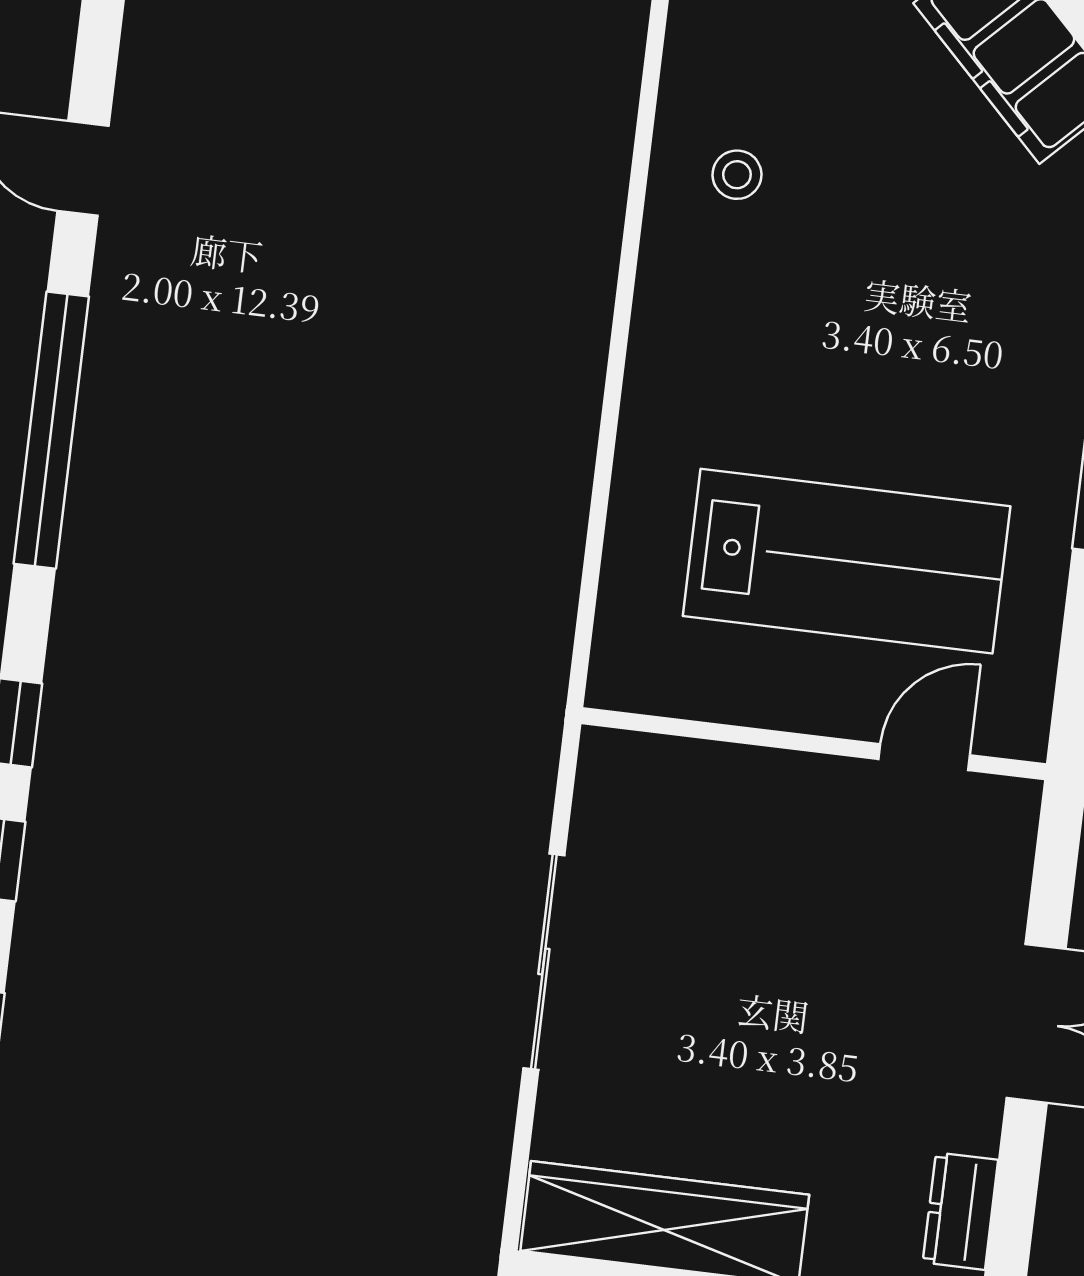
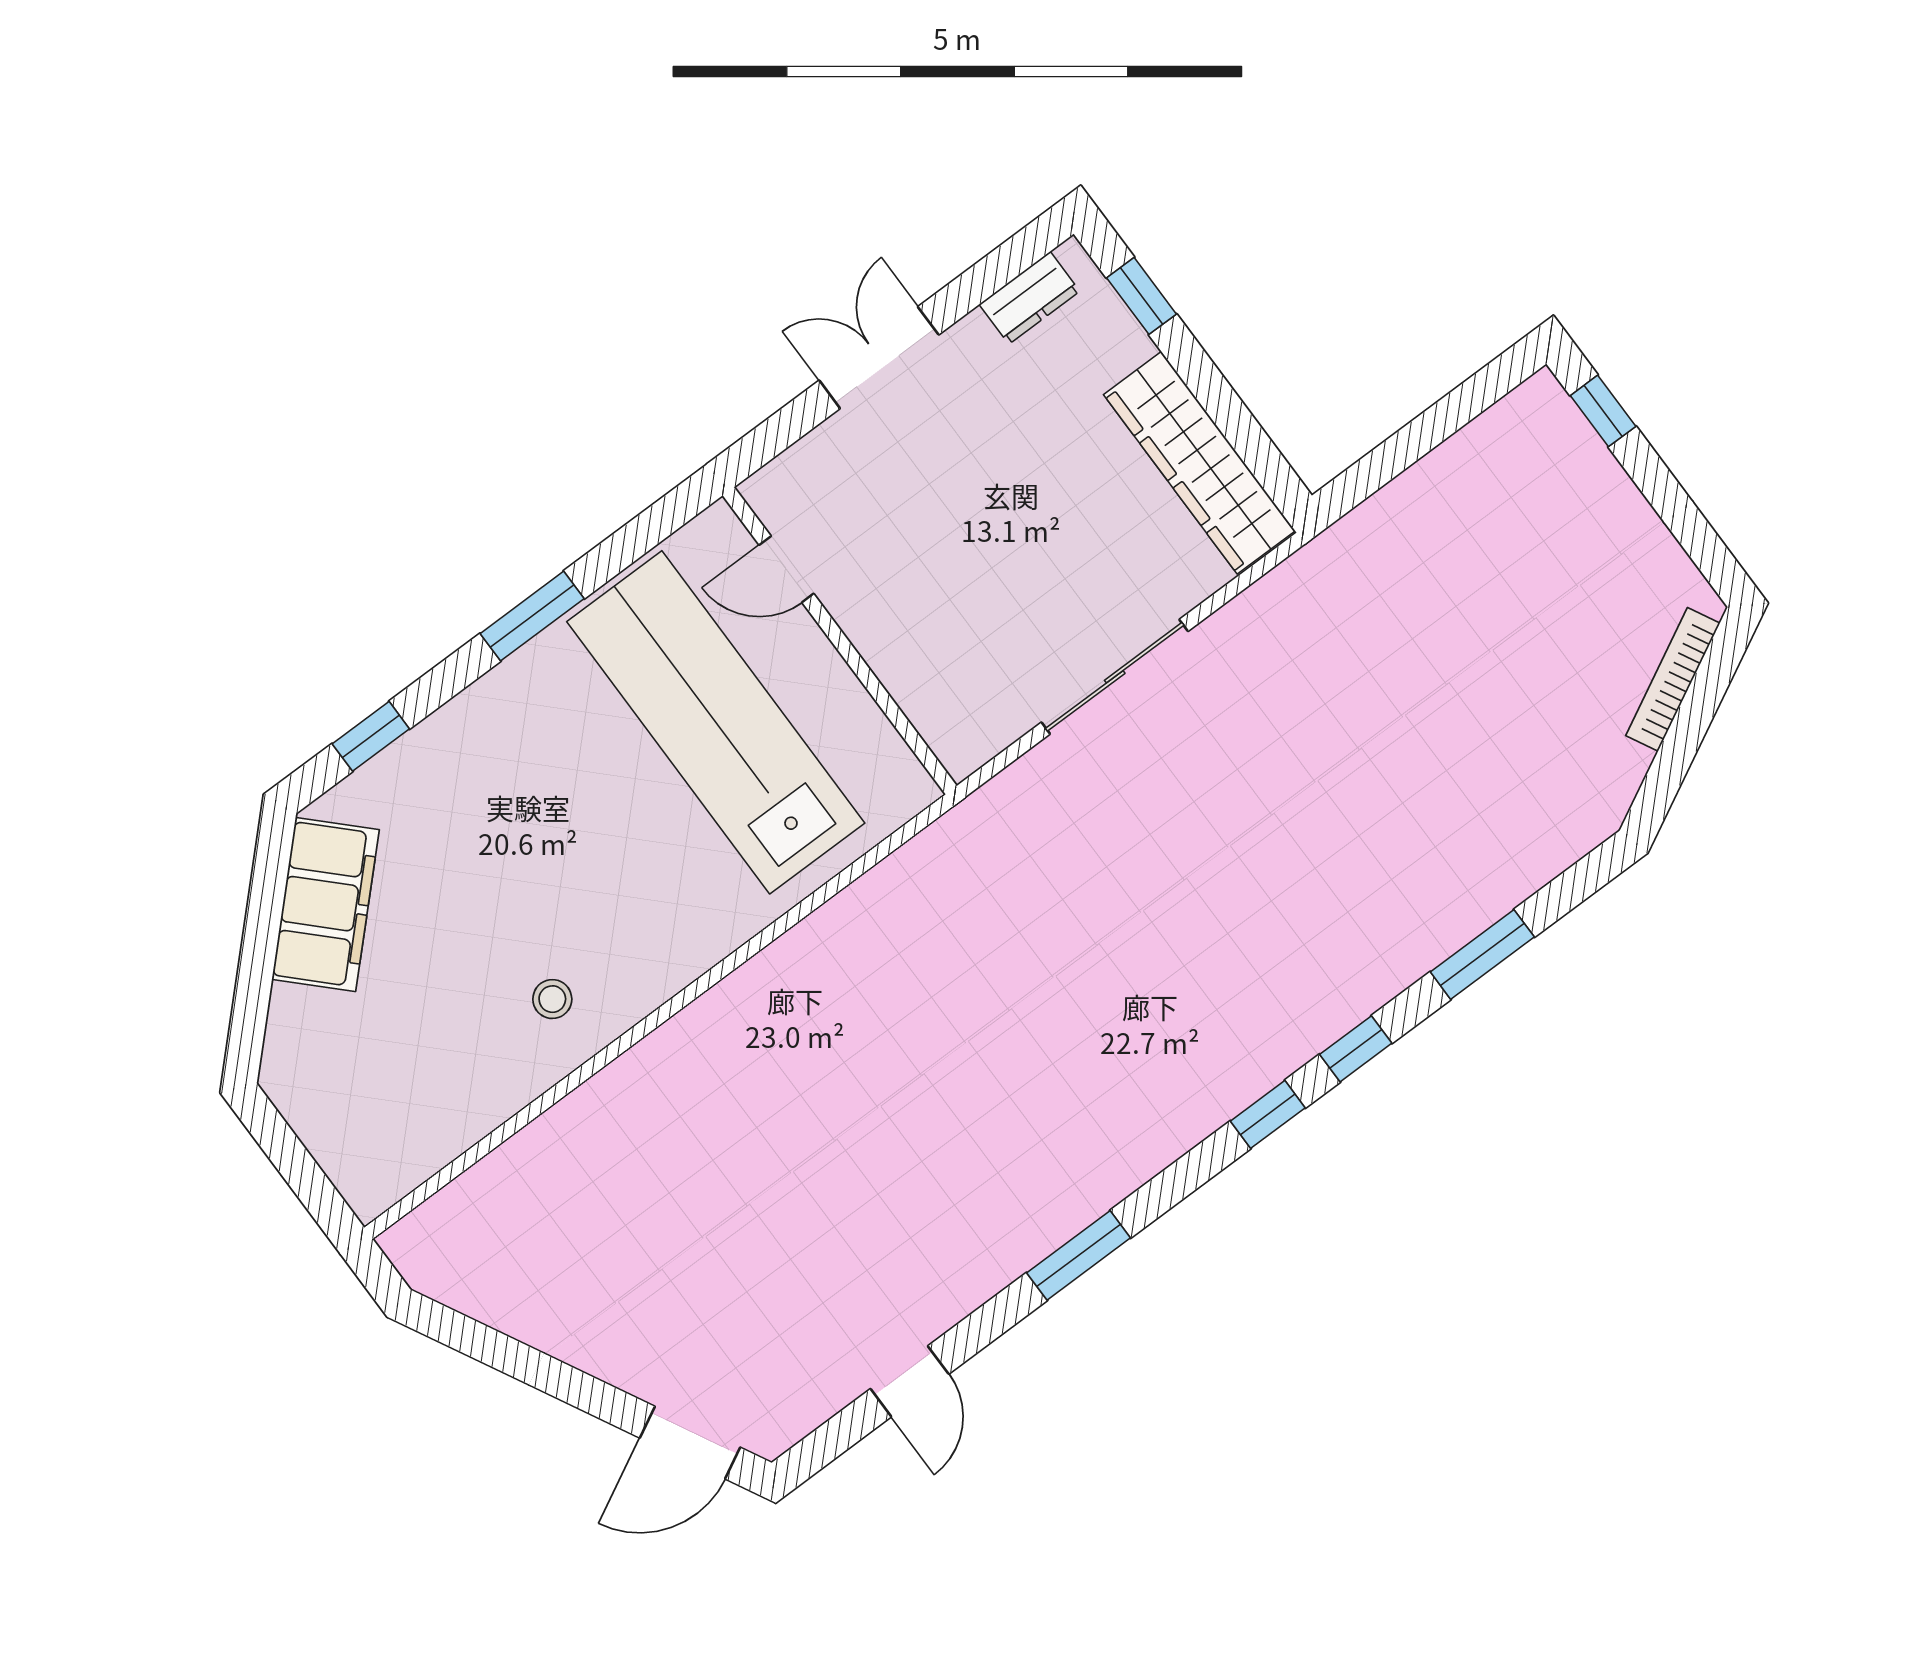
window: (51, 430) -> (1079, 1255), width x0.47
lab bench: (847, 561) -> (716, 722), width x1.36

